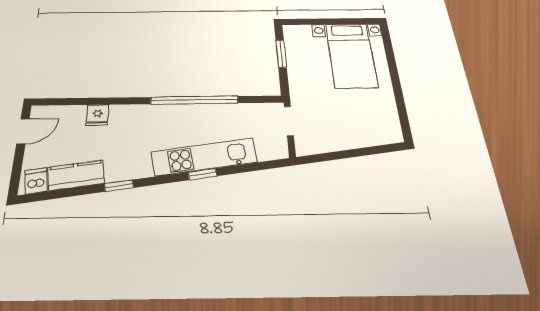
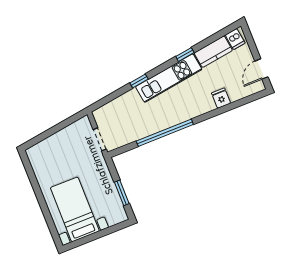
kitchen unit: (204, 157) -> (169, 78), moved

